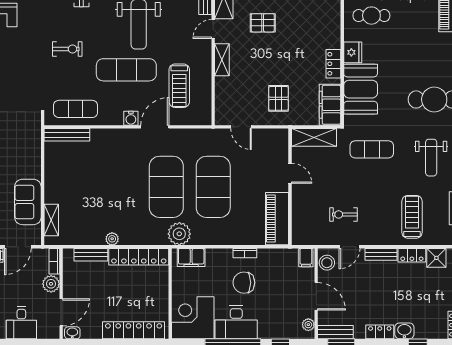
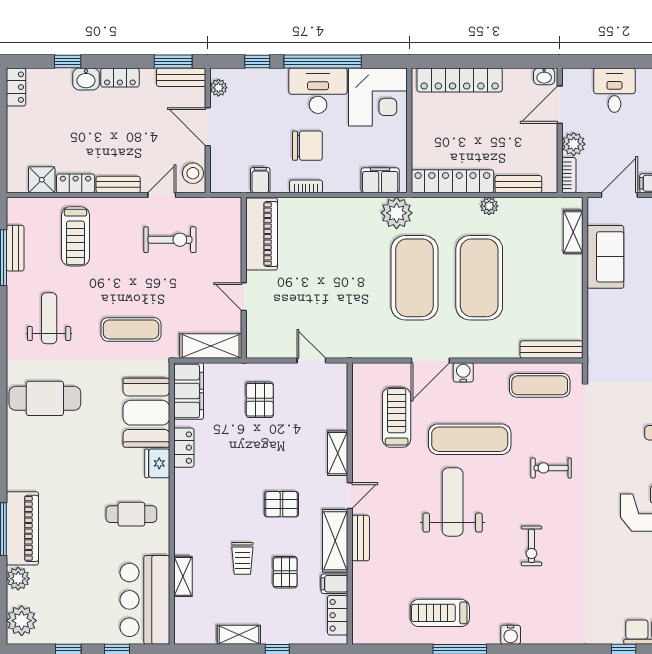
exercise mat: (213, 187) -> (479, 278), moved
exercise bike: (344, 214) -> (170, 240), width x1.38, depth x1.39
filing cabinet: (306, 258) -> (260, 180), moved

